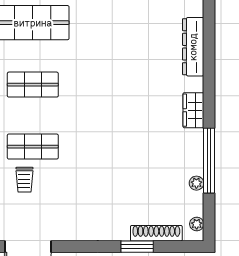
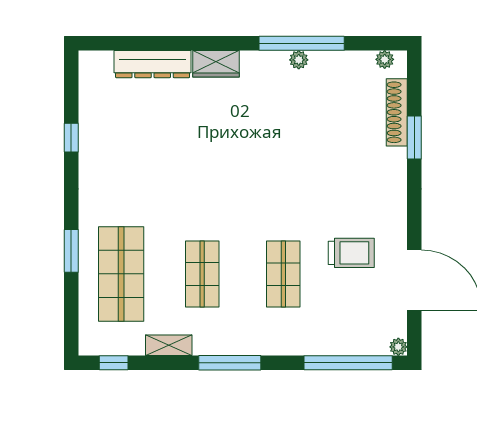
wardrobe: (193, 110) -> (216, 64), moved
trolley: (24, 180) -> (351, 253), moved, width x1.36, depth x1.39
plant: (196, 183) -> (299, 60), moved

